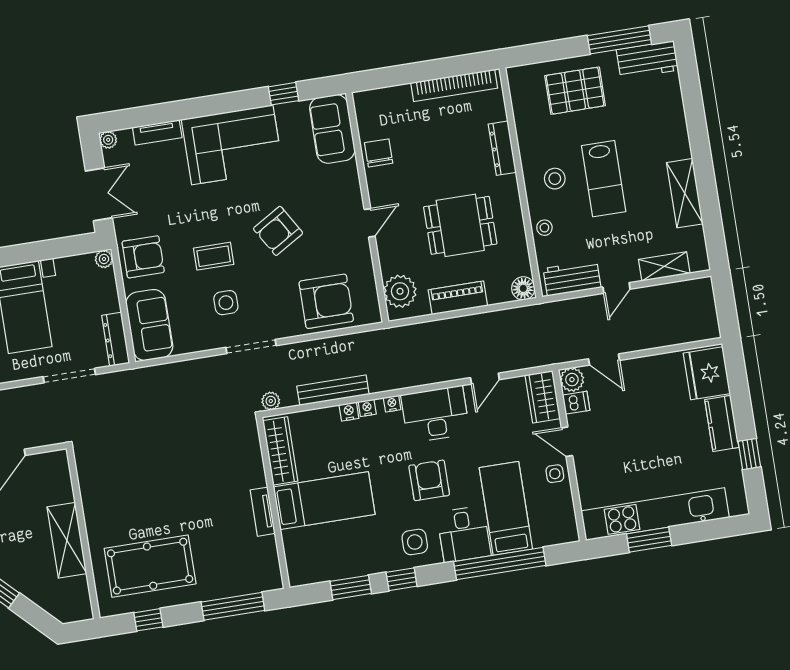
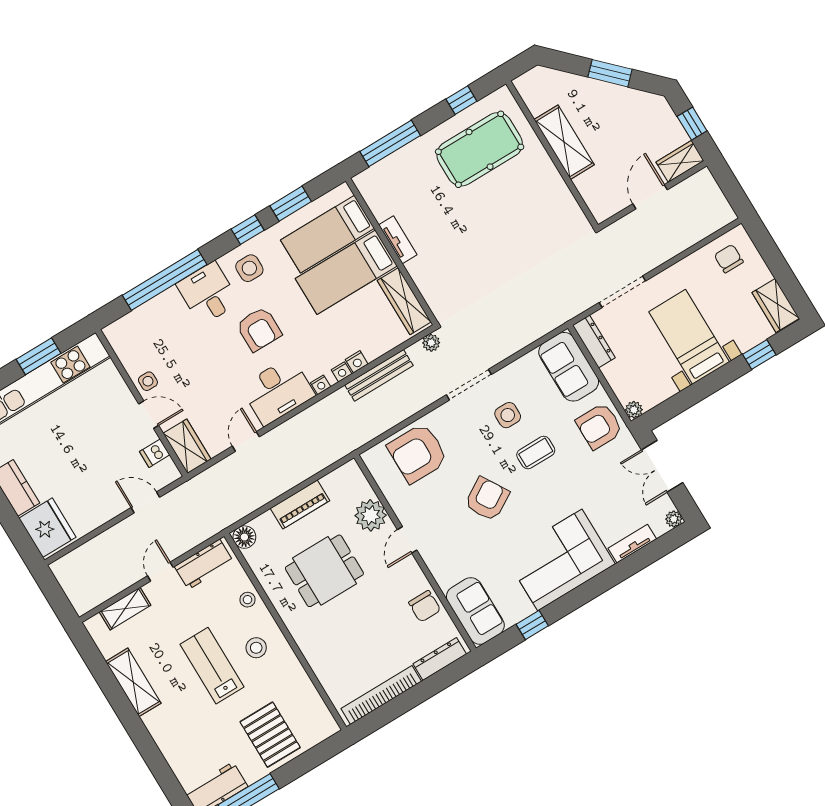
pallet: (575, 91) -> (270, 735), turned 90
dresser: (502, 148) -> (440, 659), moved, turned -90
plant: (400, 291) -> (371, 515), moved
plant: (572, 380) -> (167, 473), removed
bed: (506, 508) -> (327, 234), moved, turned 90

